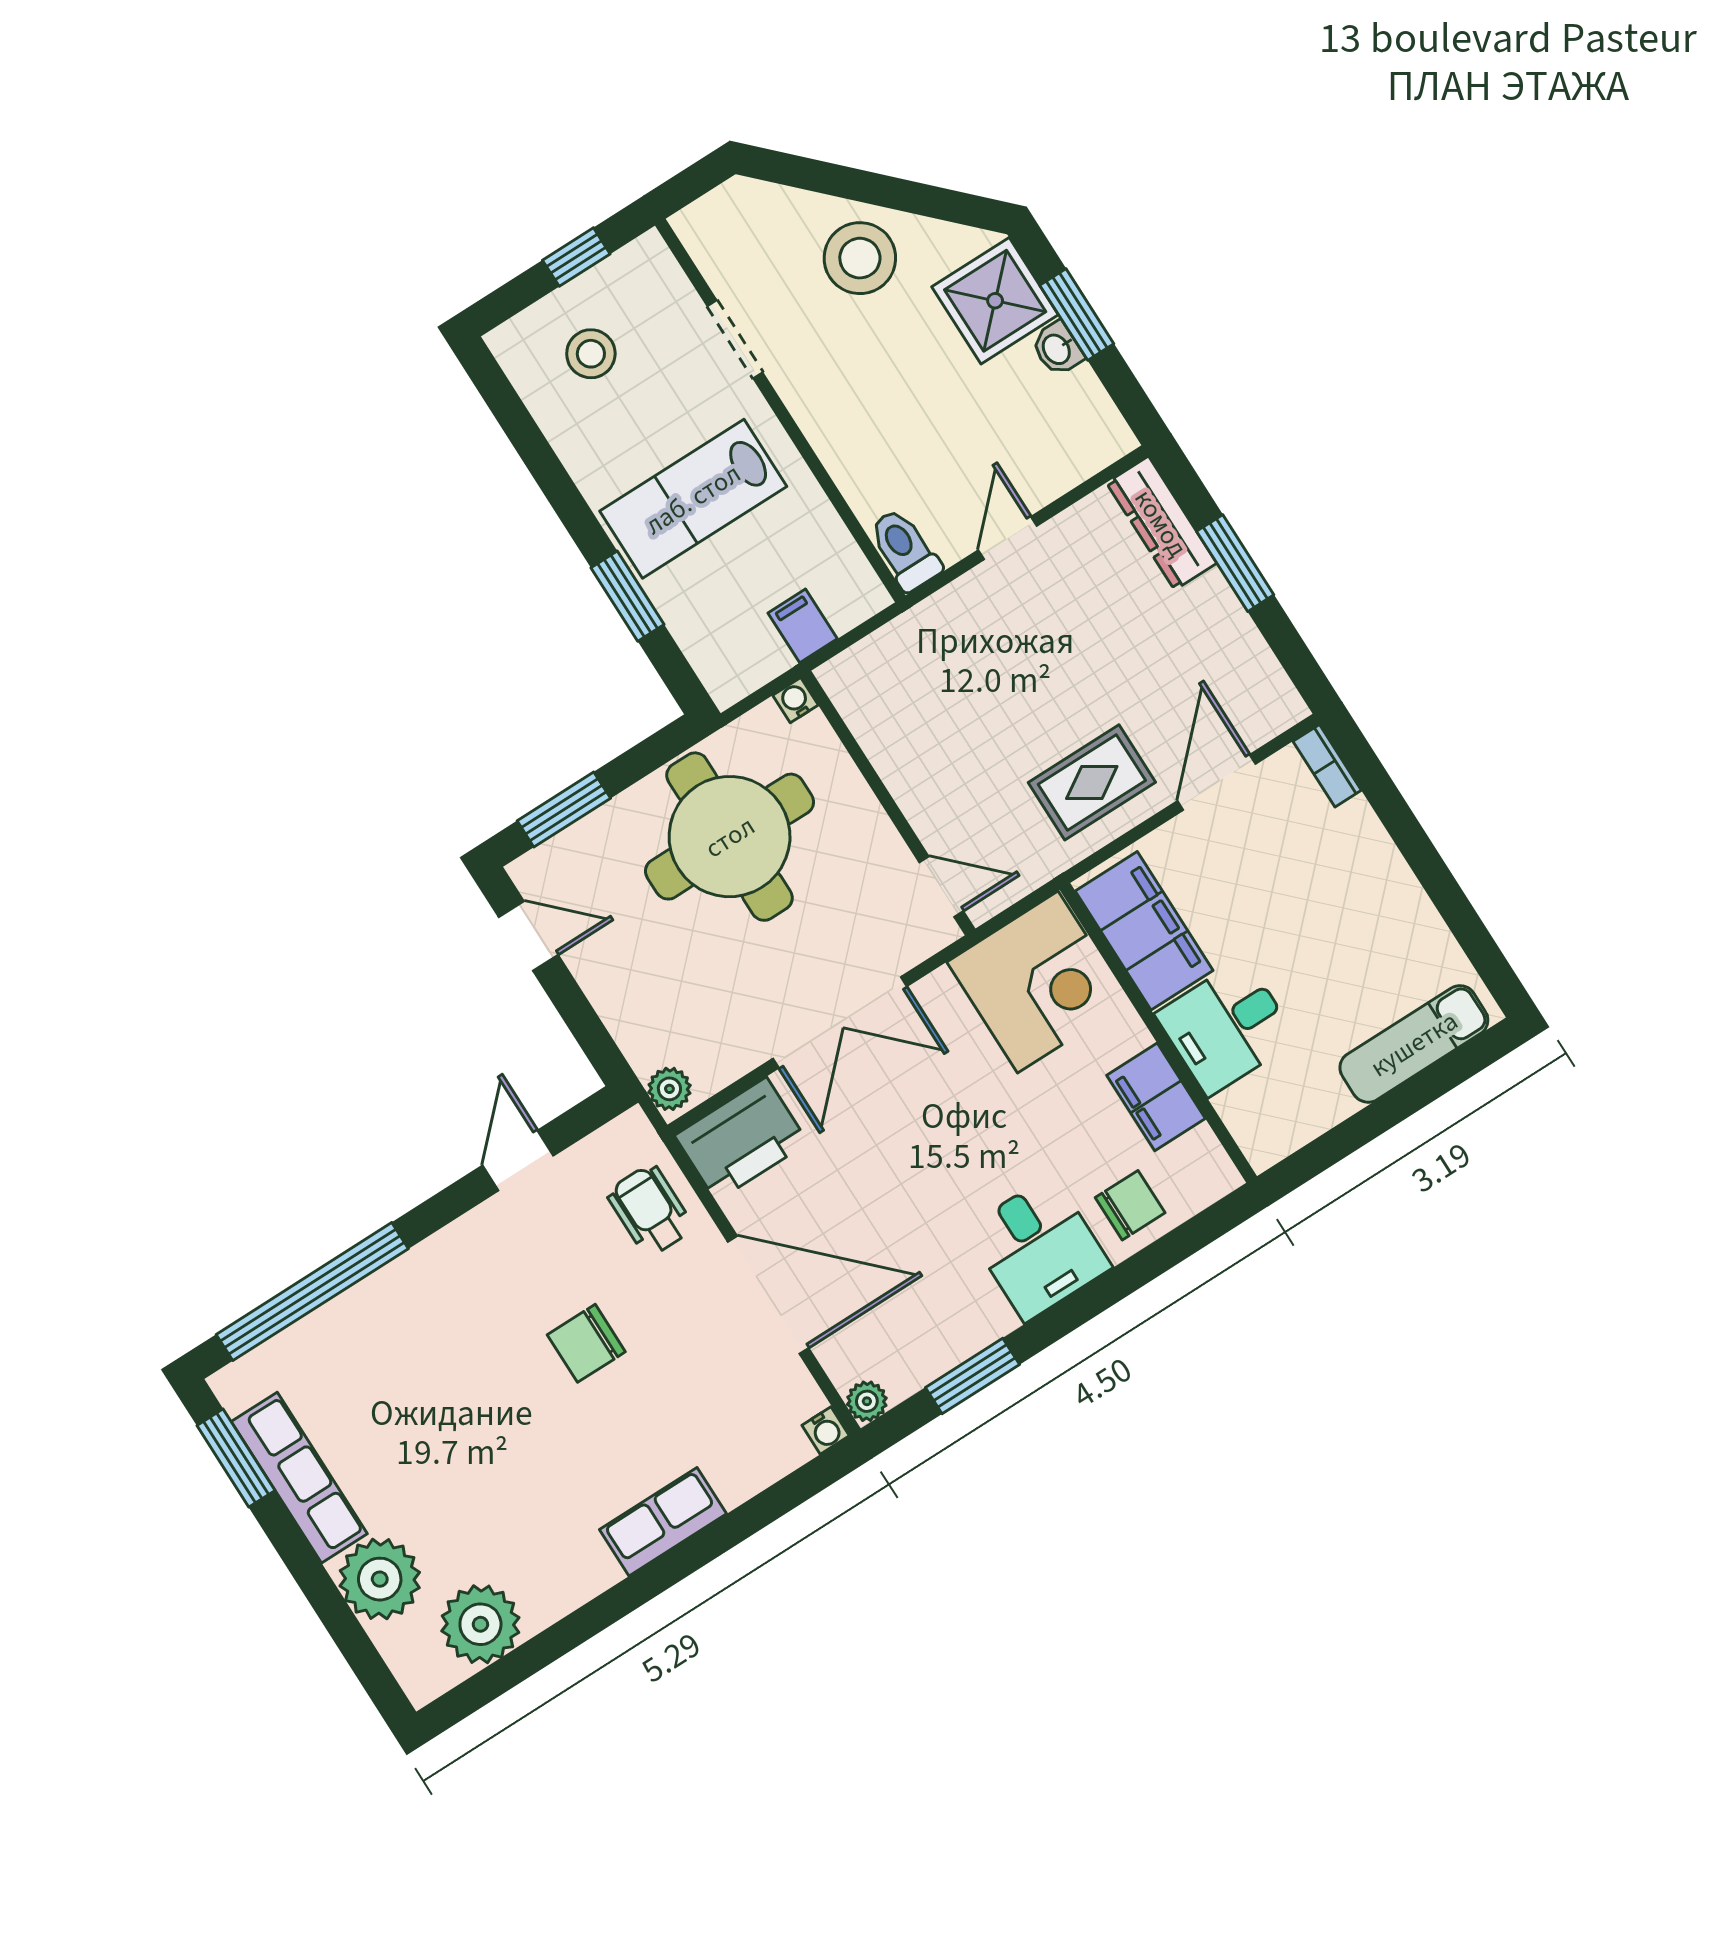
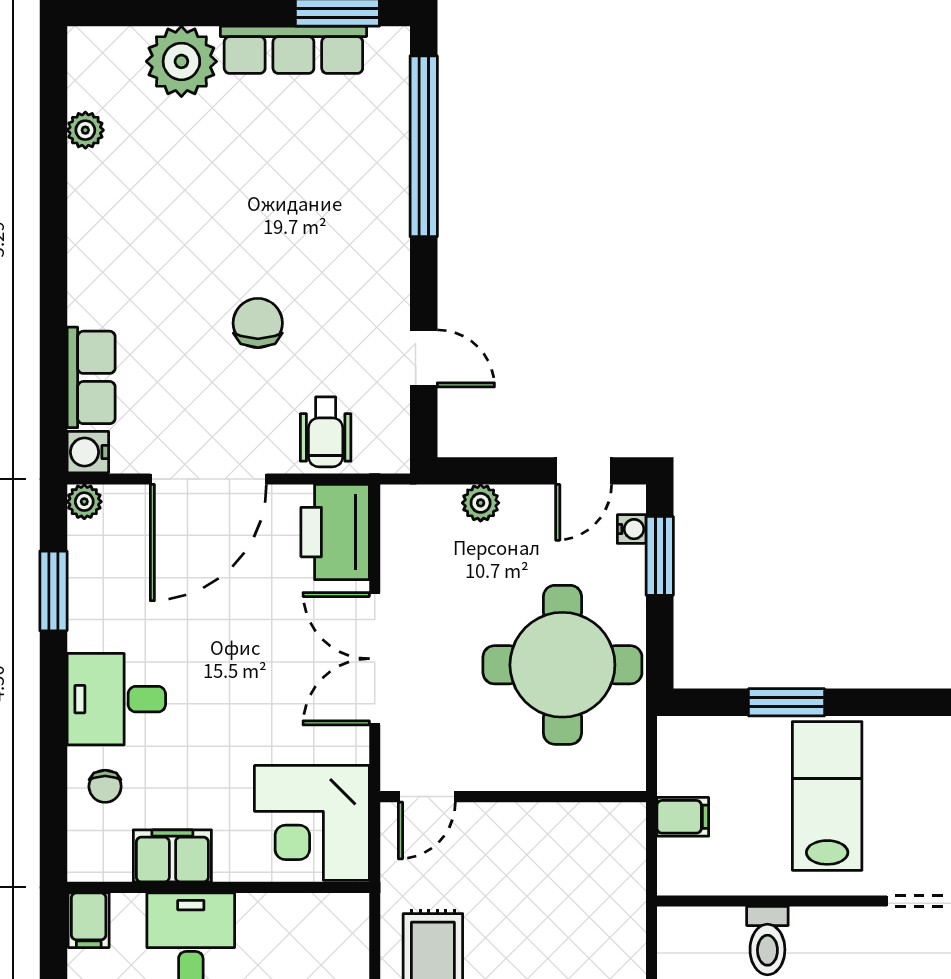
toilet: (905, 550) -> (767, 941), moved, turned 90
water cooler: (795, 700) -> (632, 529), moved
filing cabinet: (1144, 931) -> (89, 920), moved, width x0.33, depth x0.86
plant: (669, 1089) -> (481, 503), moved
chair: (1130, 1205) -> (105, 786), width x0.73, depth x0.73
wheelchair: (650, 1210) -> (326, 432), turned 90
water cooler: (826, 1430) -> (88, 452), width x1.38, depth x1.38
row of seats: (663, 1522) -> (91, 377), moved
plant: (480, 1624) -> (85, 130), width x0.53, depth x0.53

